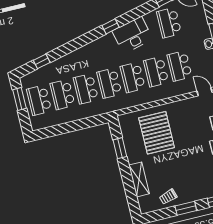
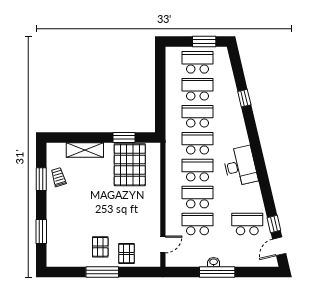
window: (111, 26) -> (259, 160), removed
desk: (132, 35) -> (240, 166), moved
window: (42, 61) -> (244, 98), moved
pallet: (157, 133) -> (130, 165), moved, turned 90
window: (186, 208) -> (41, 179), moved

